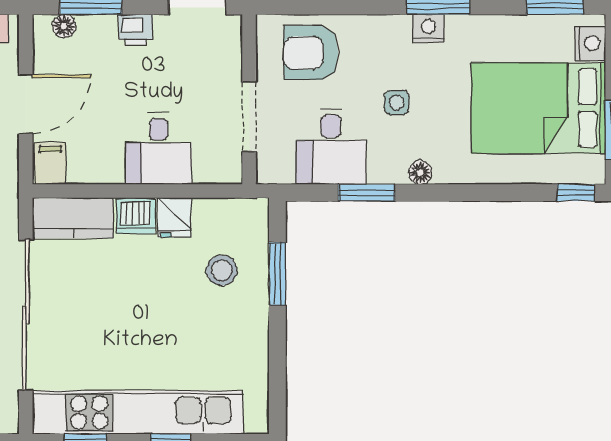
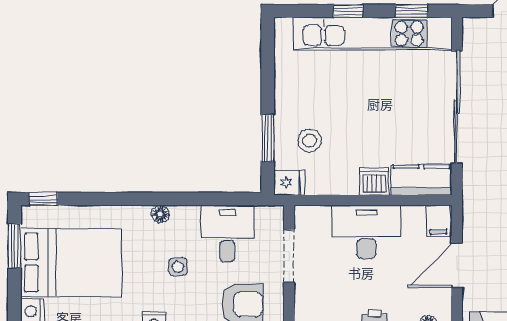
desk: (159, 149) -> (366, 232), width x1.37
window: (367, 193) -> (200, 199), removed
fridge: (174, 218) -> (289, 183), moved, turned 90

